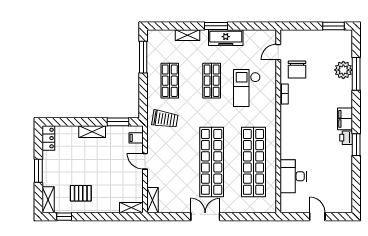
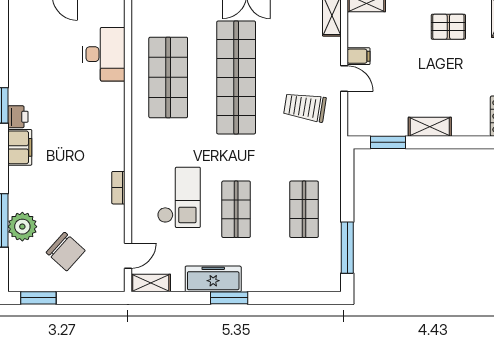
shelving: (187, 35) -> (151, 283), moved
chair: (297, 70) -> (66, 252), moved, turned 132
trolley: (165, 119) -> (305, 107), moved
filing cabinet: (136, 138) -> (359, 56), moved
shop shelf: (253, 162) -> (168, 77), width x0.71

